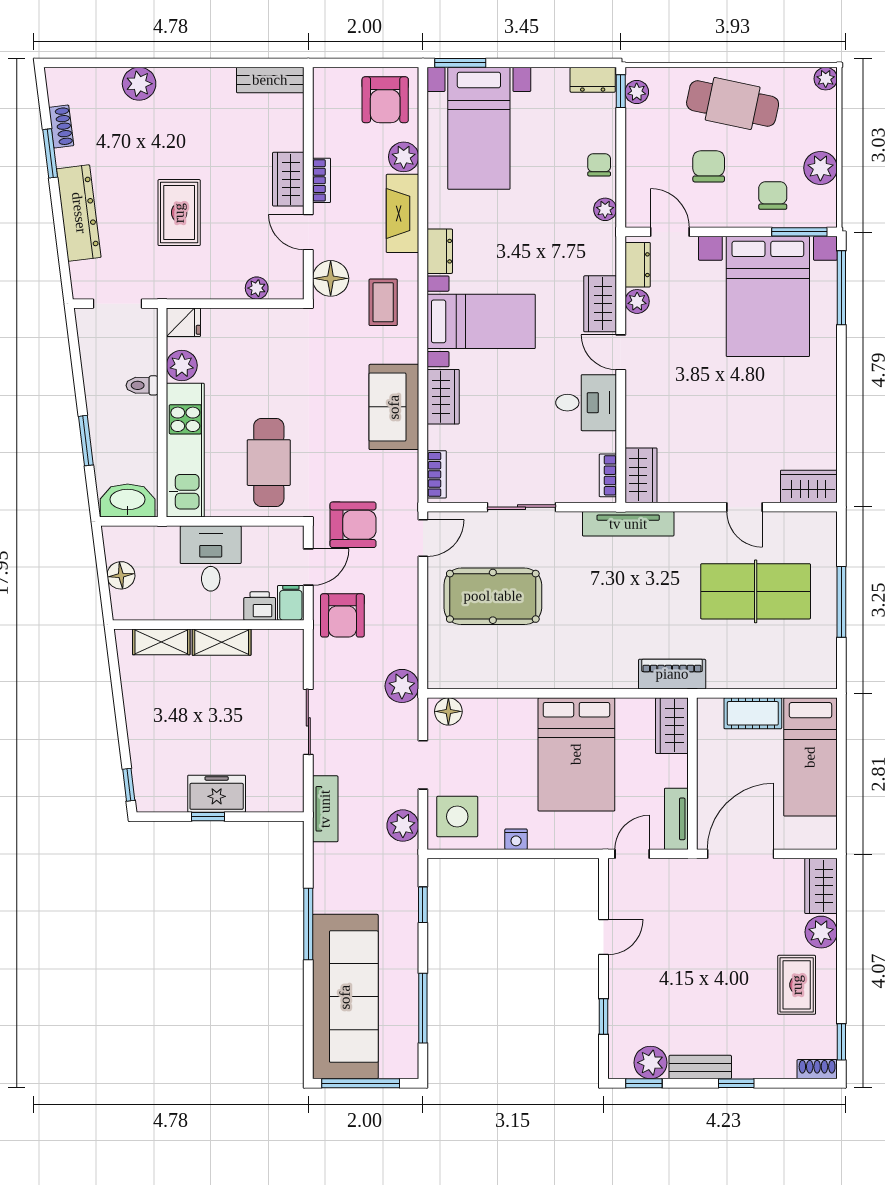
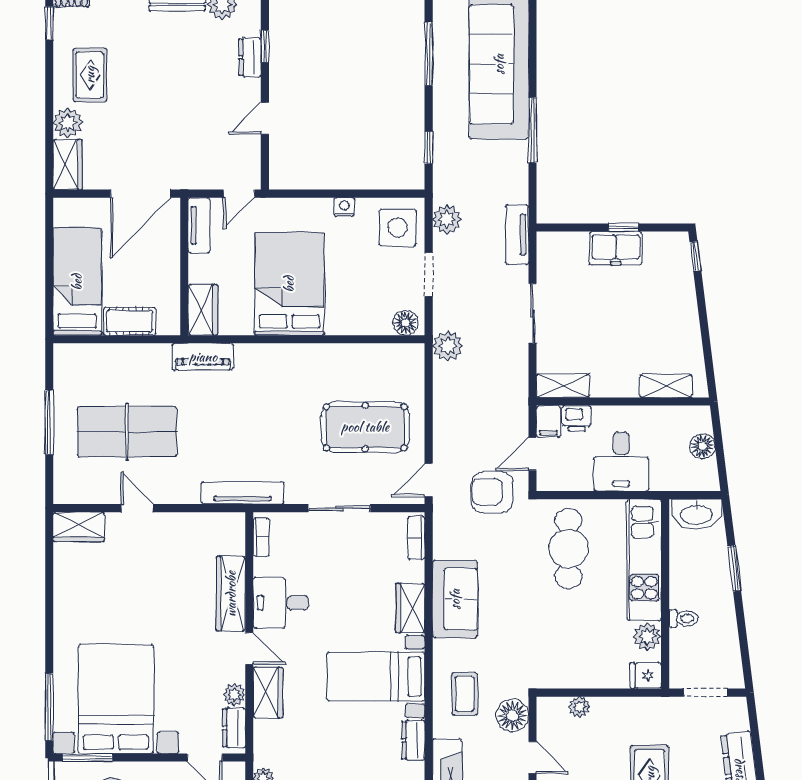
wardrobe: (641, 475) -> (231, 594), moved, width x1.50
armchair: (342, 615) -> (502, 410), removed
shelving: (222, 642) -> (563, 386), moved
dresser: (620, 1004) -> (250, 57), added

